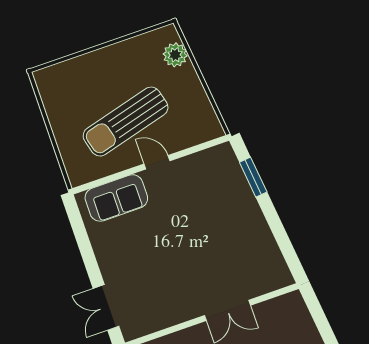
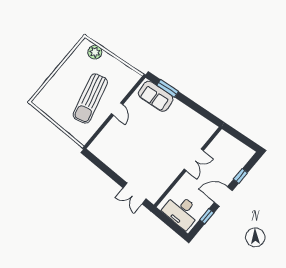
door: (157, 162) -> (117, 109), swing flipped
sofa: (116, 198) -> (156, 96), moved, turned 84

